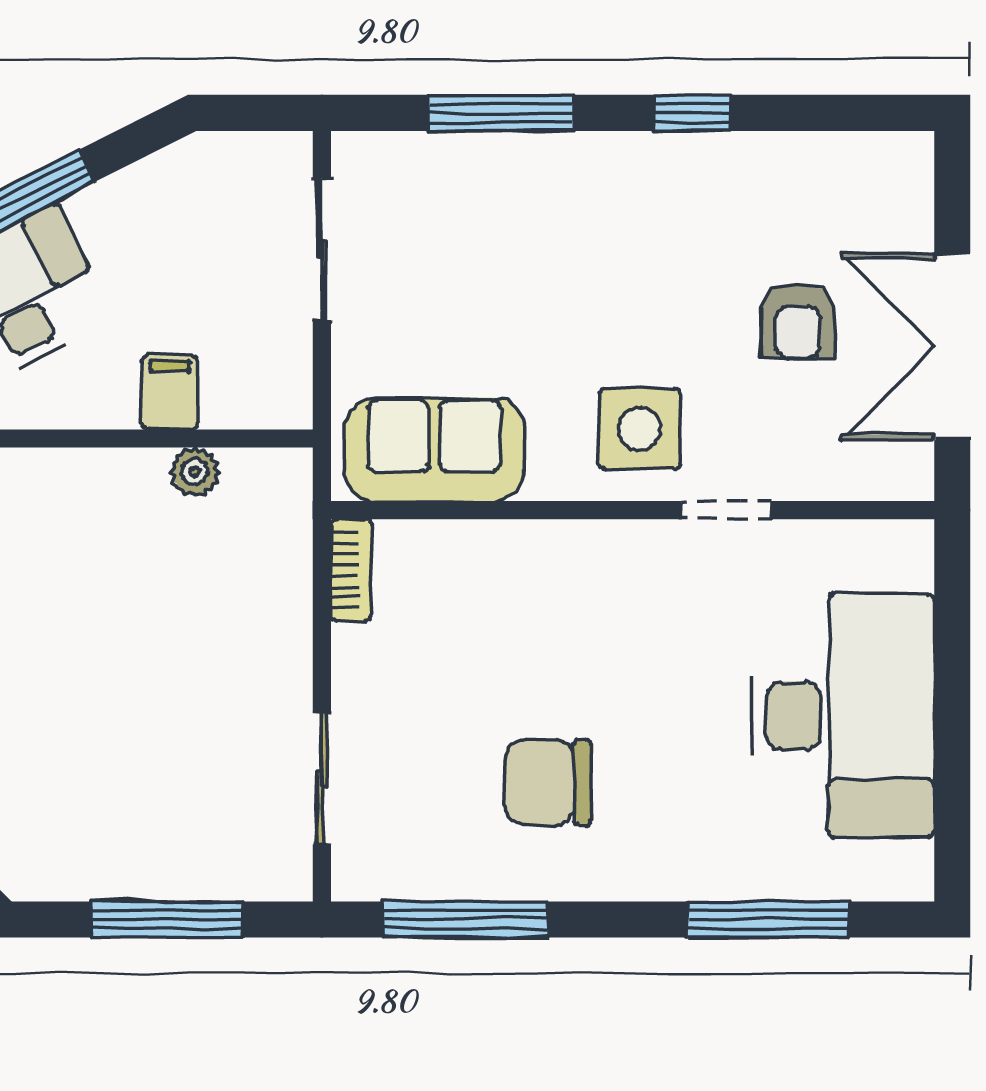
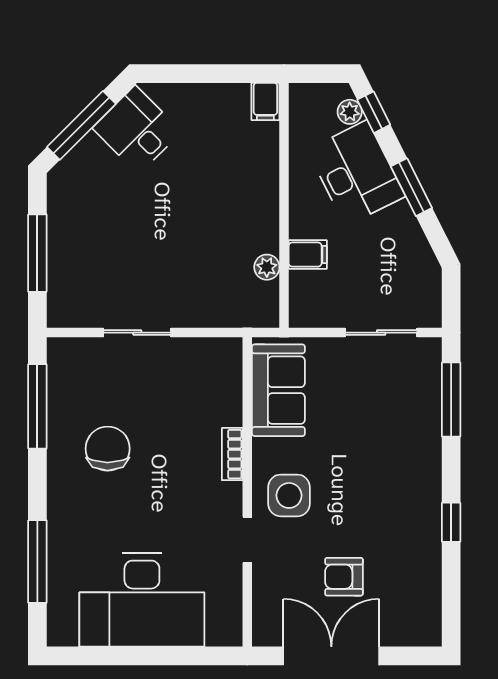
window: (501, 113) -> (451, 400), moved
bookcase: (351, 570) -> (232, 454), moved, turned 90
sliding door: (322, 779) -> (137, 333), moved

